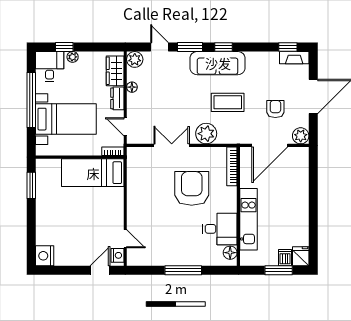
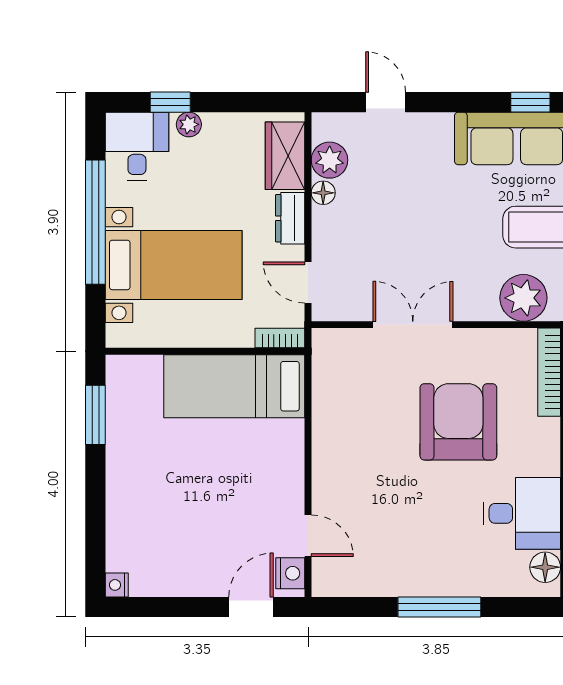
window: (190, 47) -> (455, 102), removed
plant: (135, 59) -> (330, 160), moved
plant: (206, 134) -> (523, 298), moved
nightstand: (45, 256) -> (117, 585), width x0.53, depth x0.56

